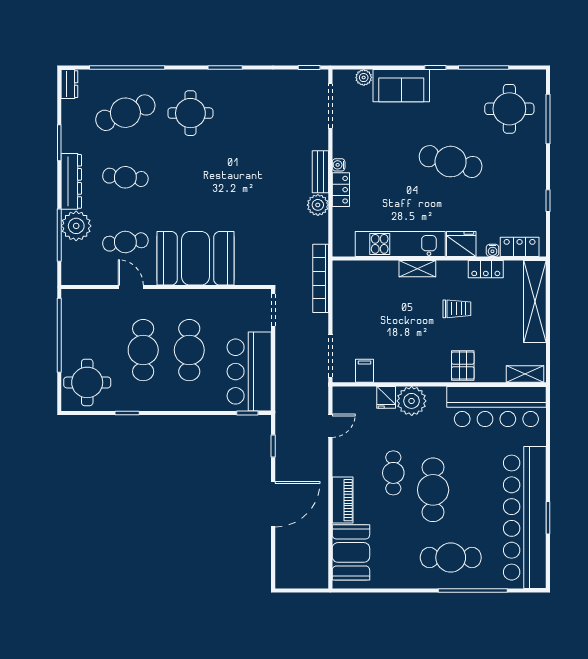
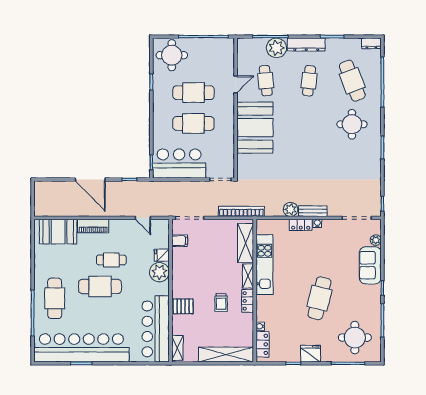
fridge: (461, 244) -> (311, 354), moved, turned -90
locker: (486, 269) -> (248, 301), moved
shelving: (368, 272) -> (246, 243), added

